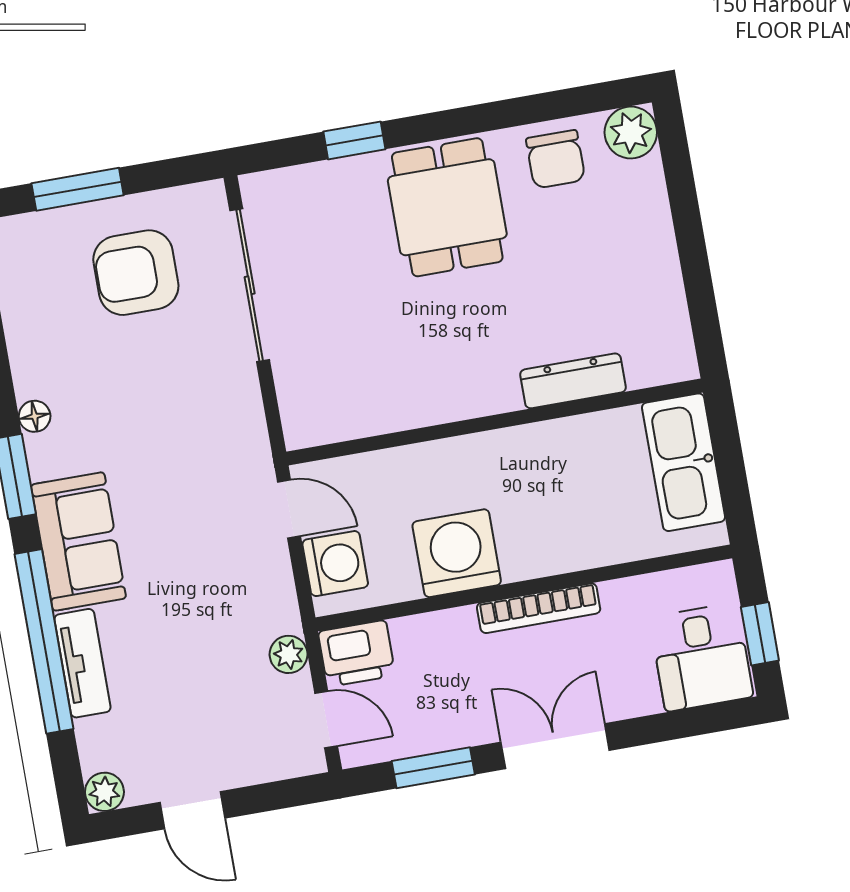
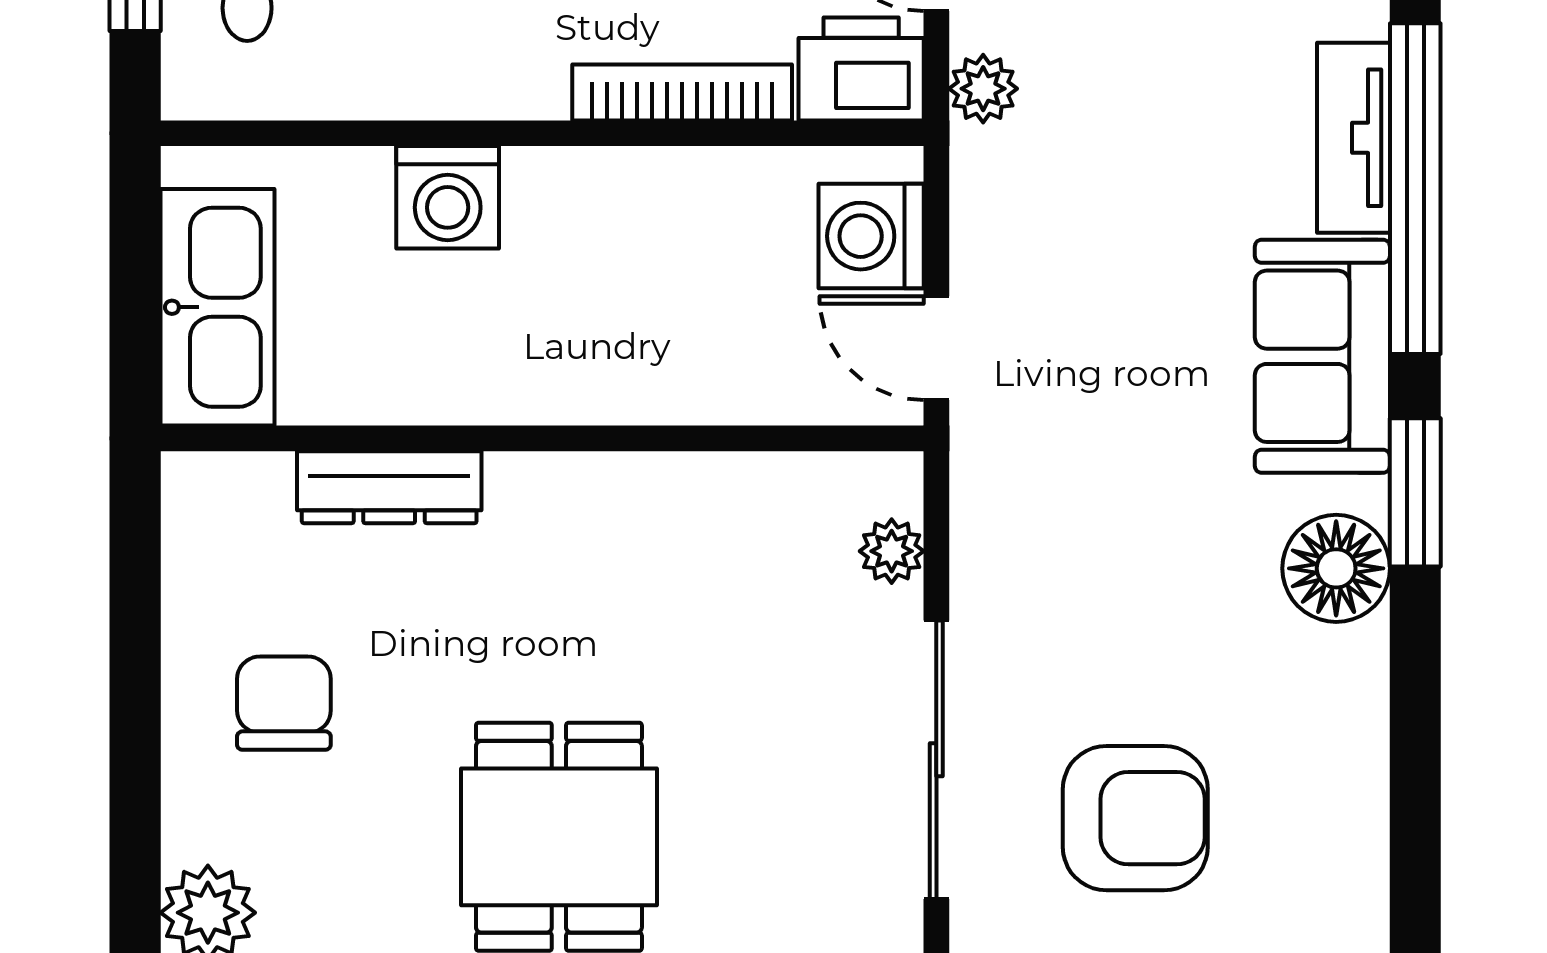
chair: (556, 159) -> (284, 703), moved
plant: (294, 394) -> (892, 551), added
floor lamp: (35, 416) -> (1336, 568), width x1.89, depth x1.89
washing machine: (457, 553) -> (448, 197), moved, width x0.73, depth x0.73
bookcase: (539, 608) -> (682, 92), moved

